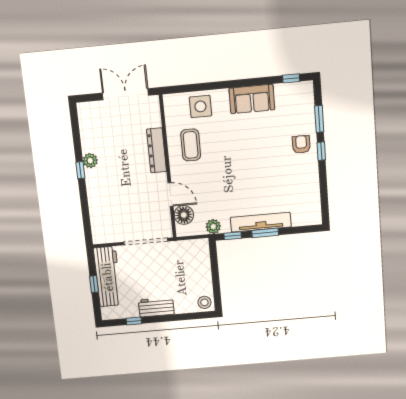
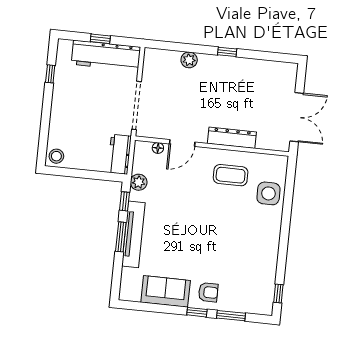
sofa: (252, 99) -> (166, 291), moved, turned 90
plant: (90, 161) -> (189, 60), moved
floor lamp: (184, 215) -> (158, 148), width x0.53, depth x0.53
workbench: (156, 307) -> (120, 154), moved, turned 180

